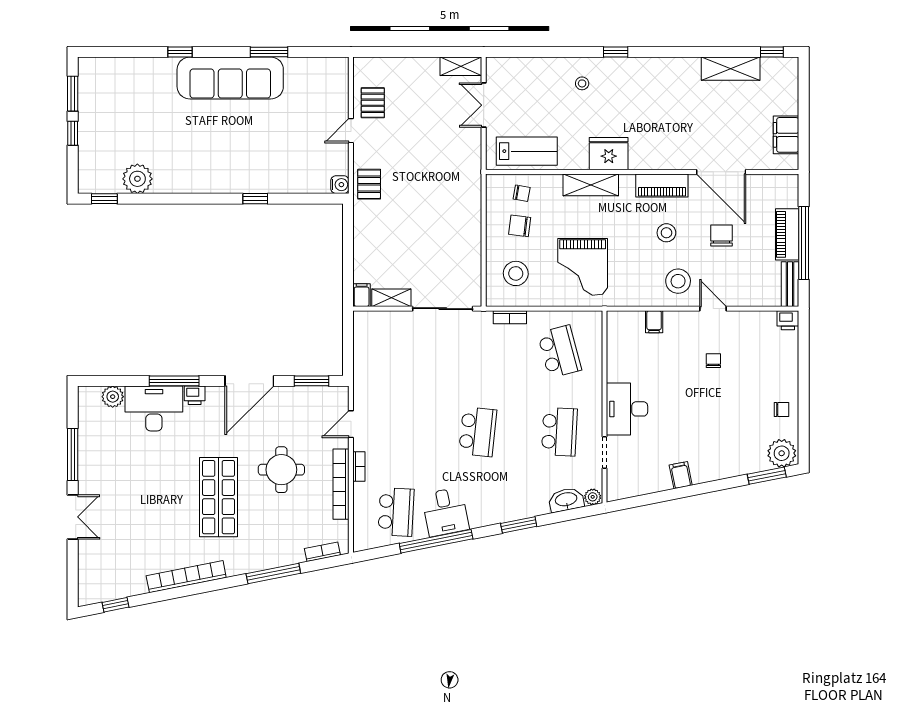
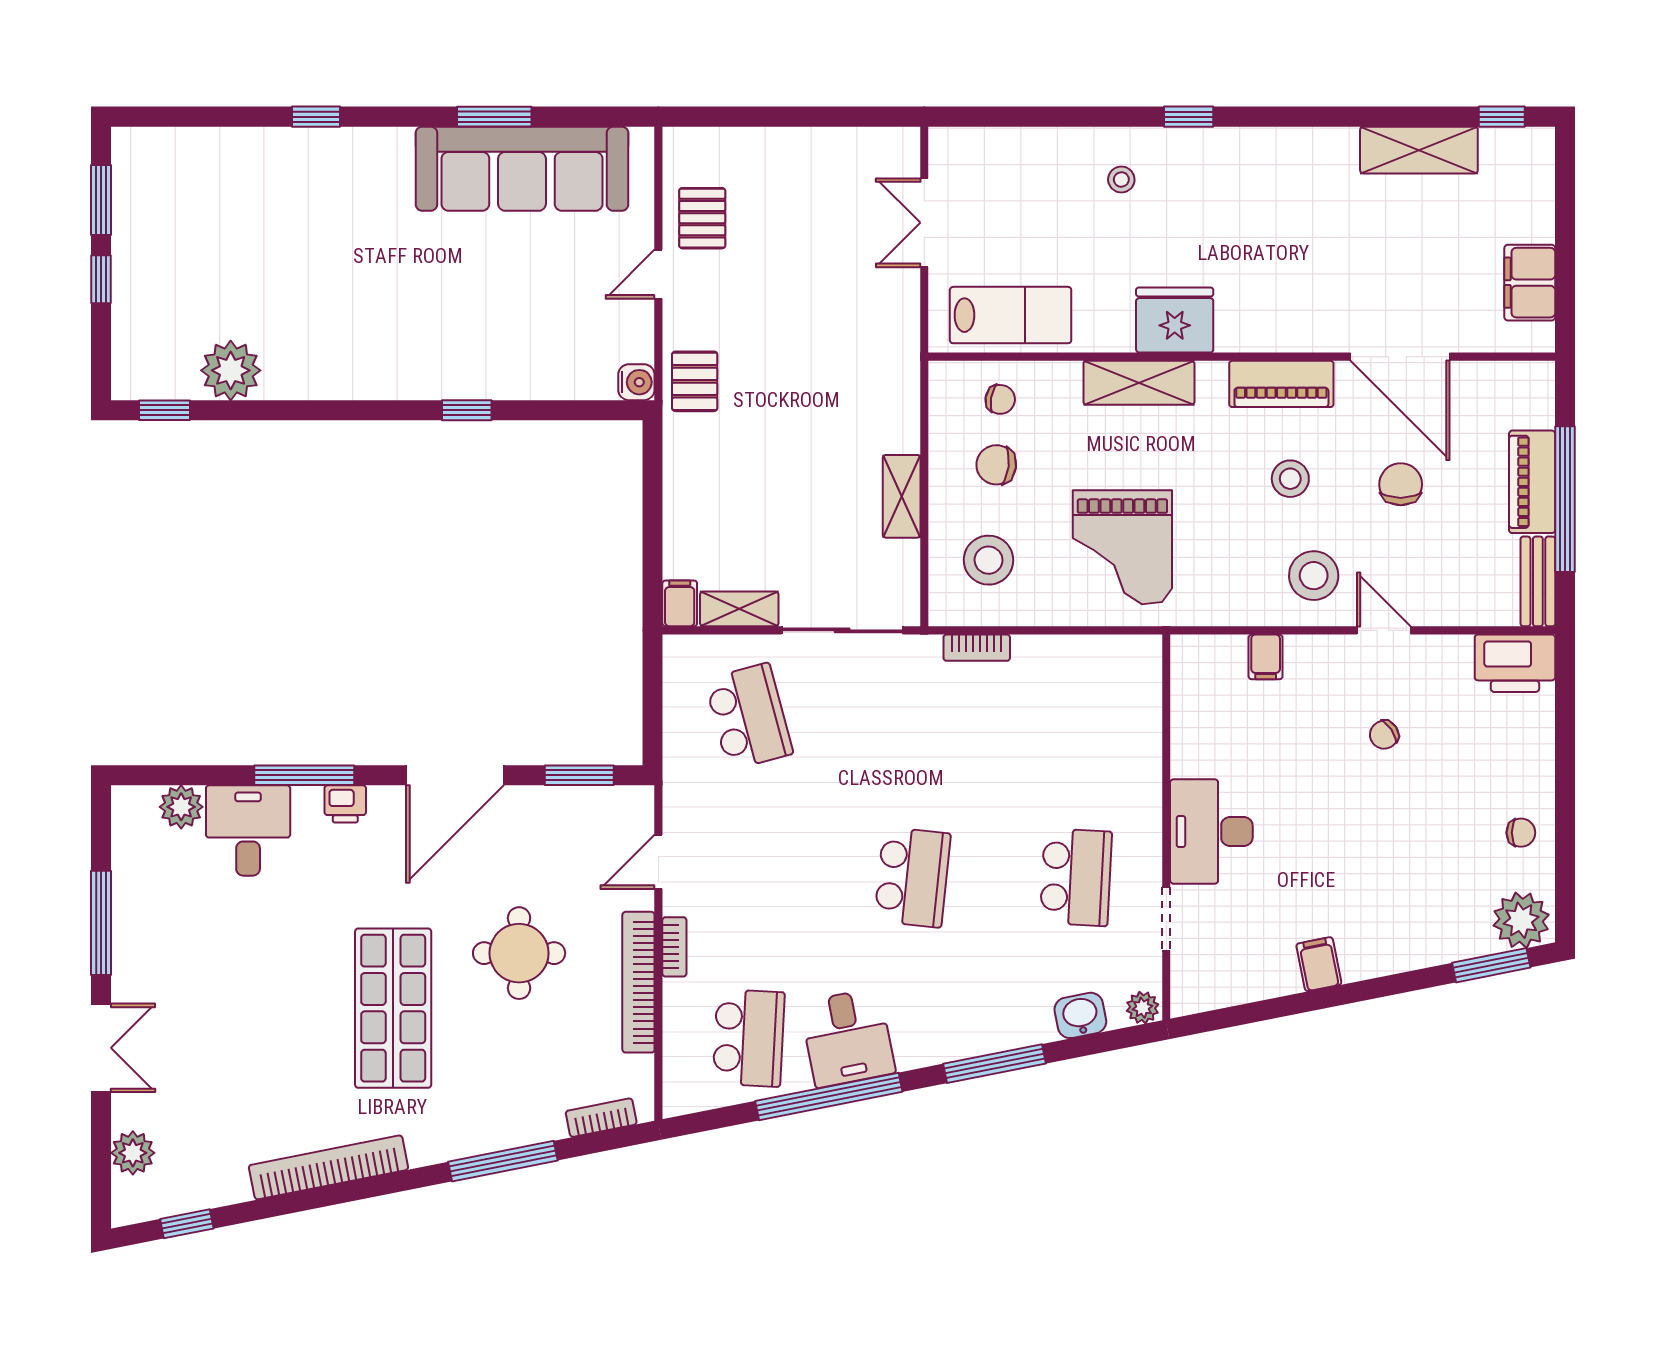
shelving: (461, 66) -> (902, 496), moved, turned 90
sofa: (230, 78) -> (522, 169), moved
printer: (788, 320) -> (1515, 663), width x1.87, depth x1.48
school desk: (559, 352) -> (749, 717), moved
chair: (713, 361) -> (1384, 735), turned -124
desk: (154, 408) -> (248, 830), width x0.73
washbasin: (566, 500) -> (1080, 1015), width x0.72
window: (519, 525) -> (994, 1064), width x1.44
plant: (89, 569) -> (133, 1153), added

